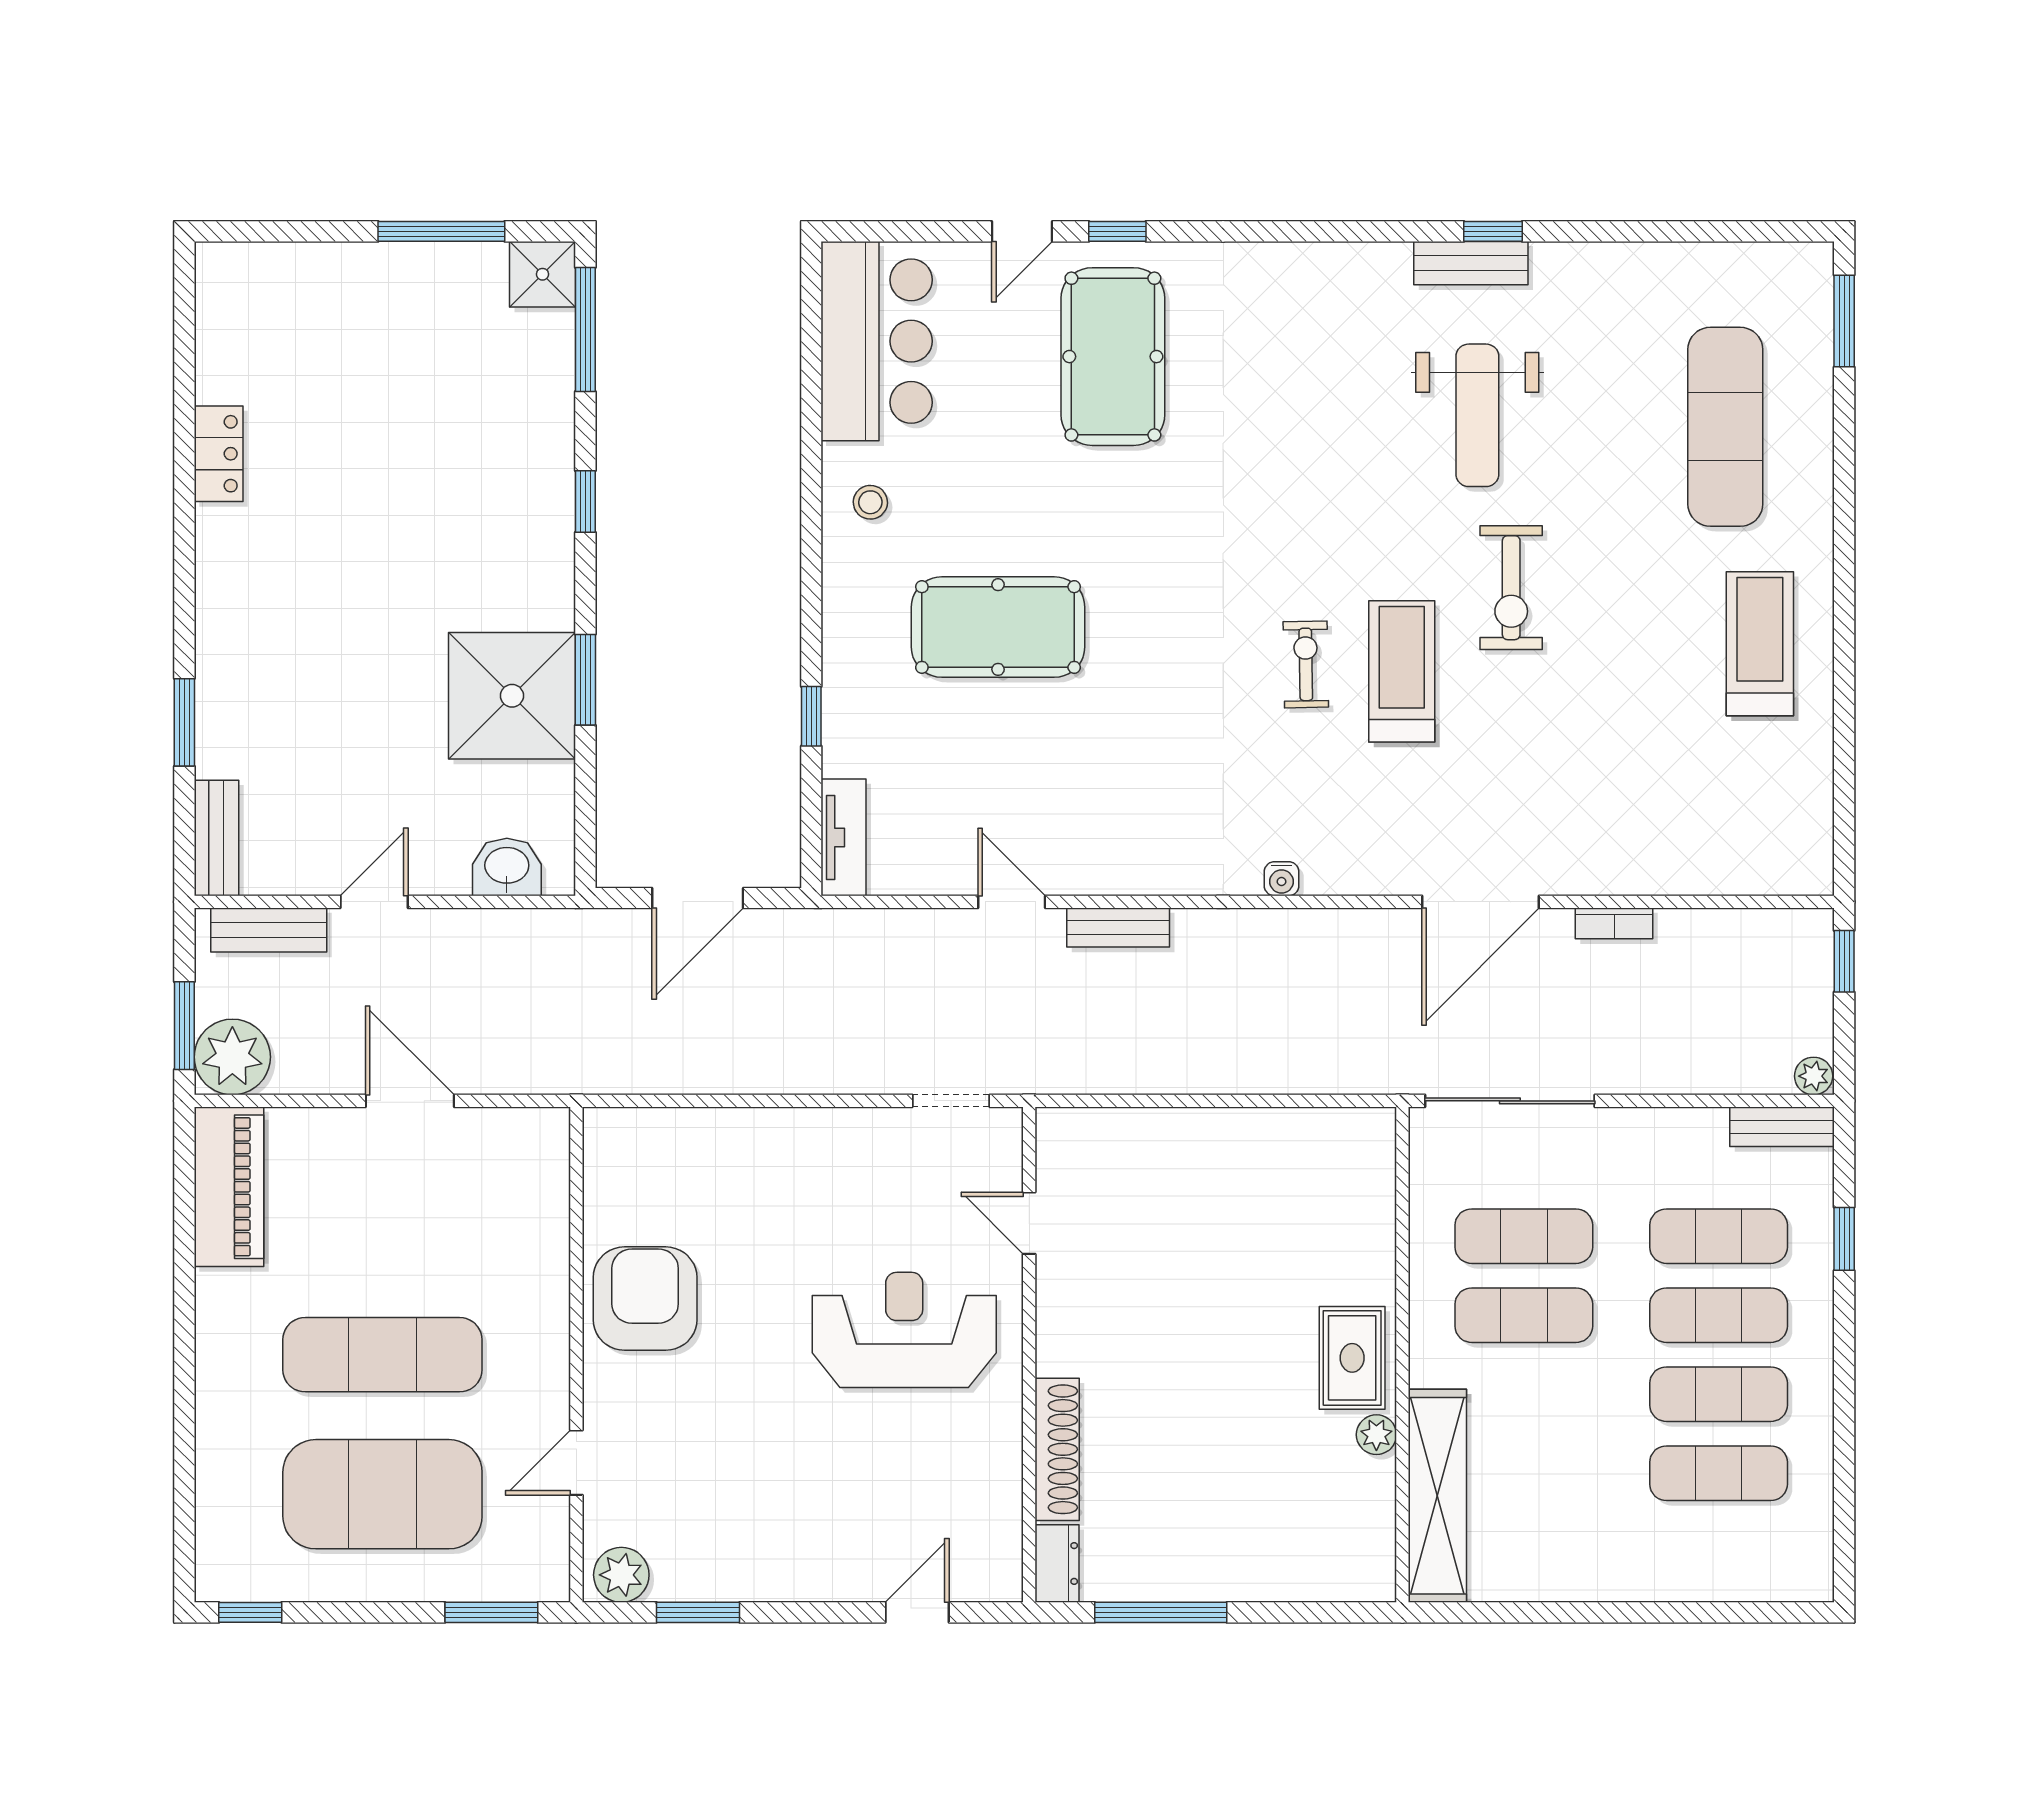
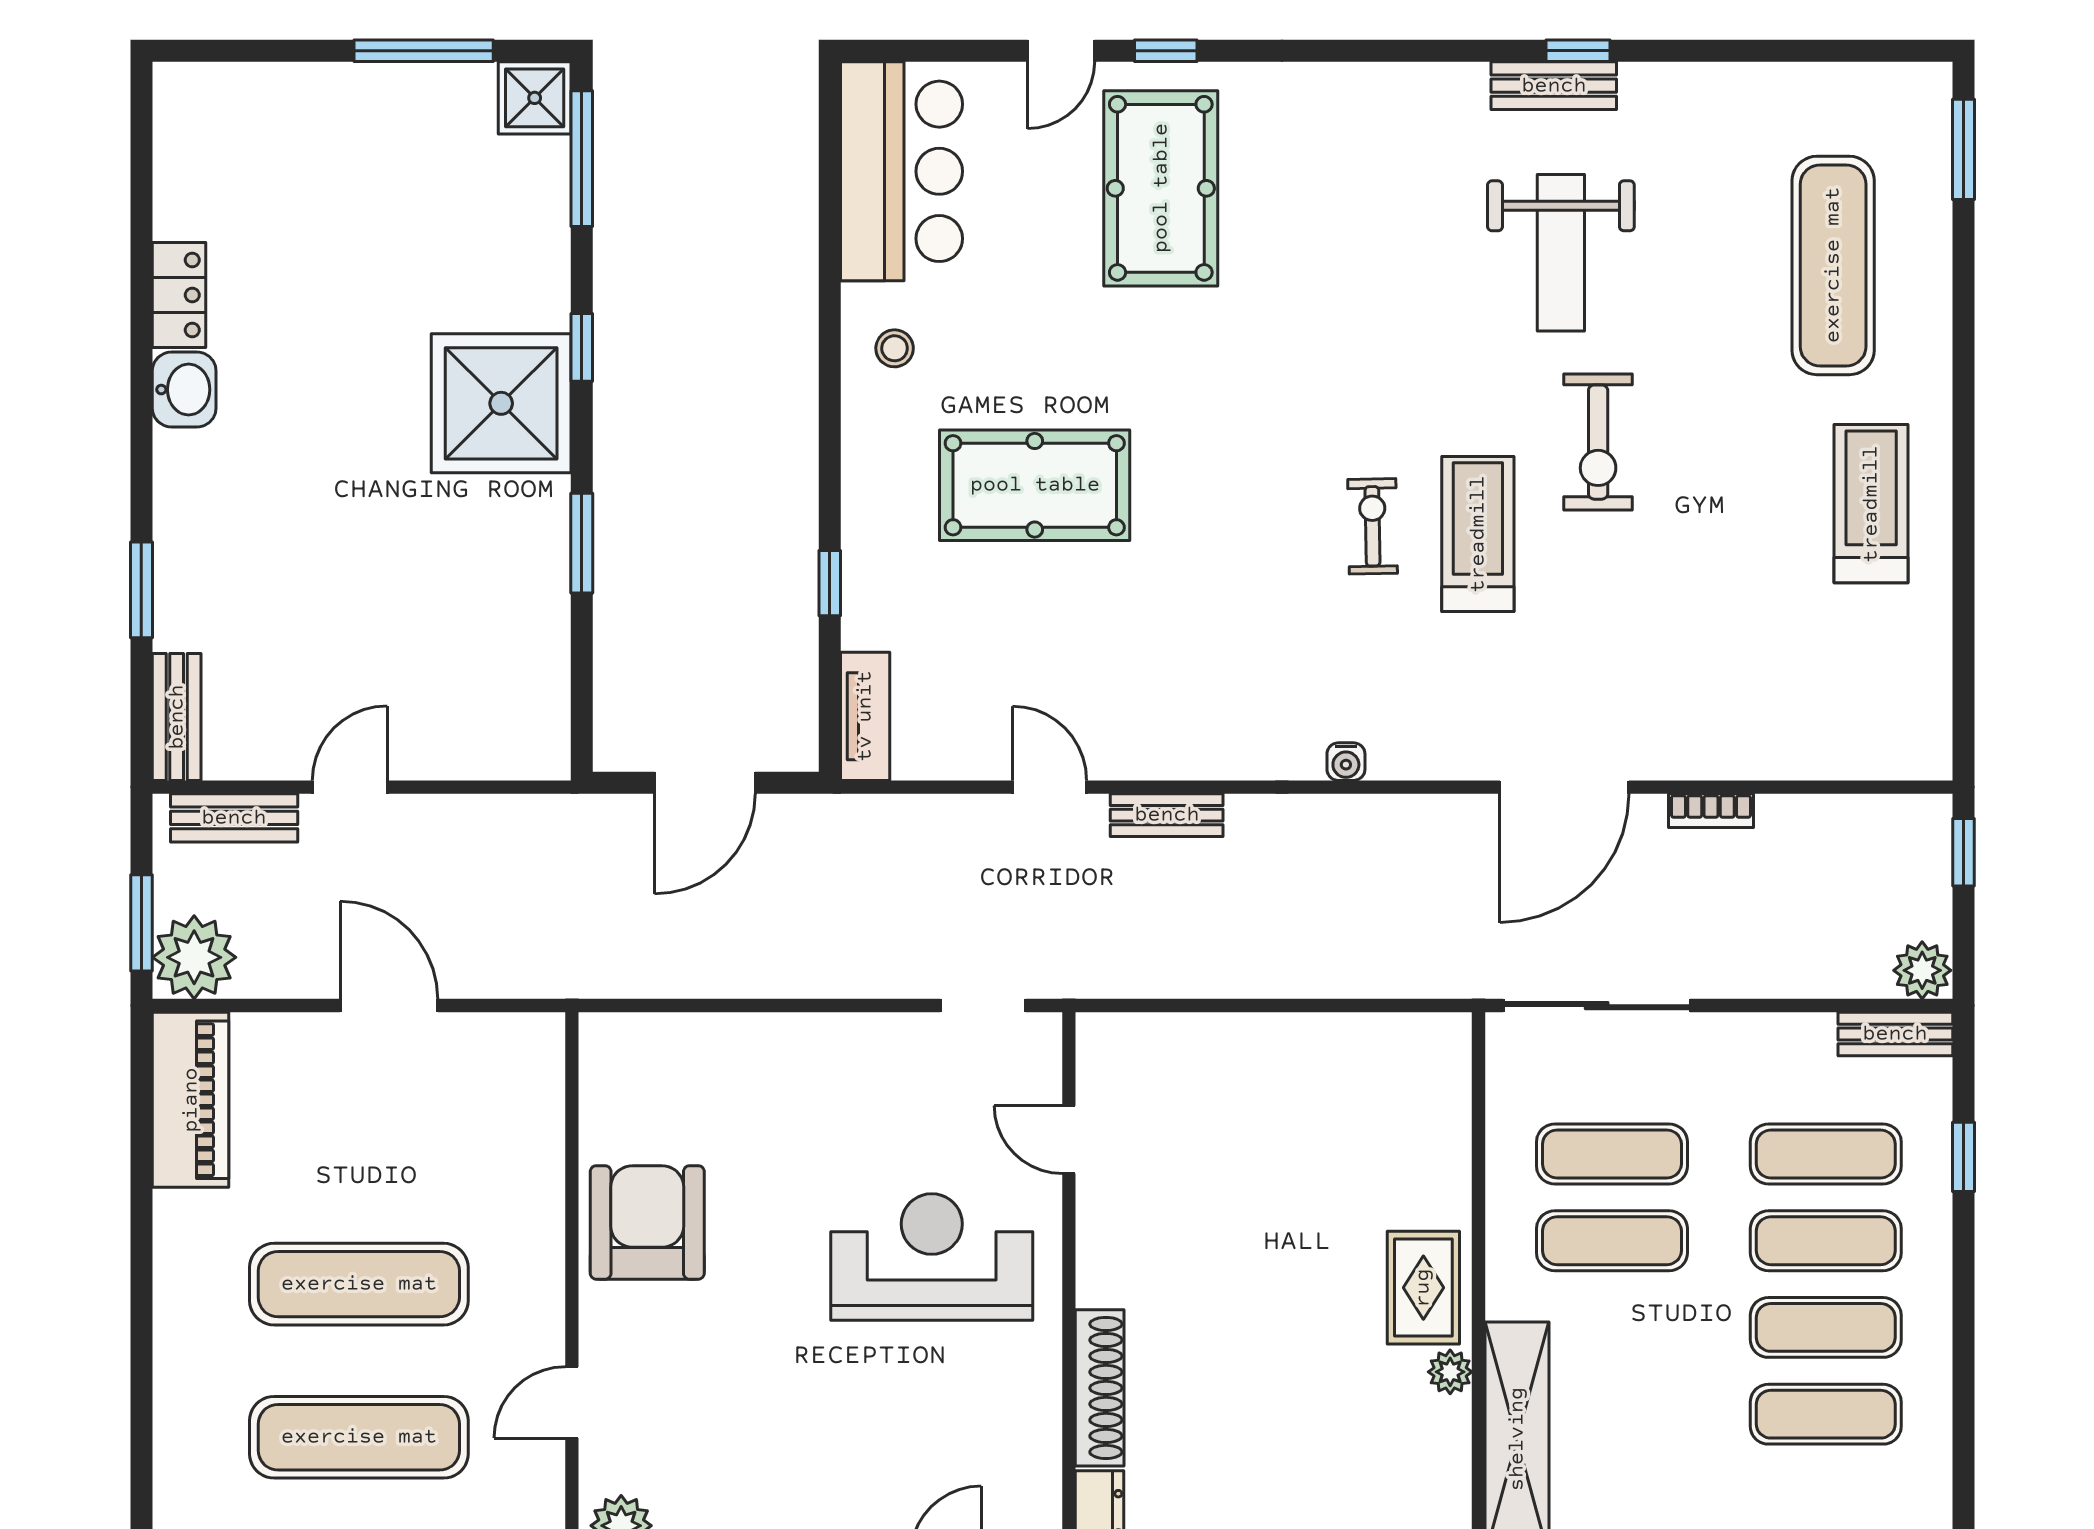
shower: (512, 696) -> (501, 403), moved
washbasin: (507, 867) -> (184, 390), moved, turned 90
plant: (1814, 1076) -> (1922, 970), width x1.38, depth x1.38
exercise mat: (382, 1494) -> (359, 1437), width x0.68

